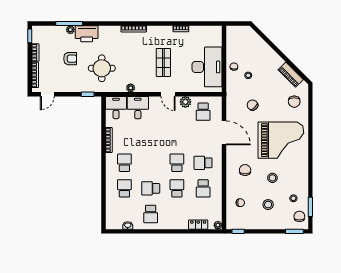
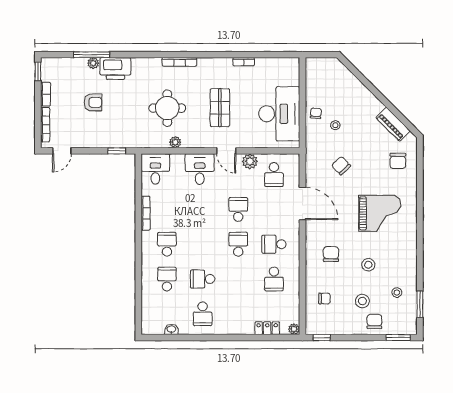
round table: (102, 68) -> (167, 108), moved
desk: (138, 108) -> (200, 169), moved
grand piano: (281, 140) -> (380, 213), width x0.73, depth x0.68
school desk: (177, 188) -> (238, 209), moved
chair: (299, 216) -> (374, 321), moved

